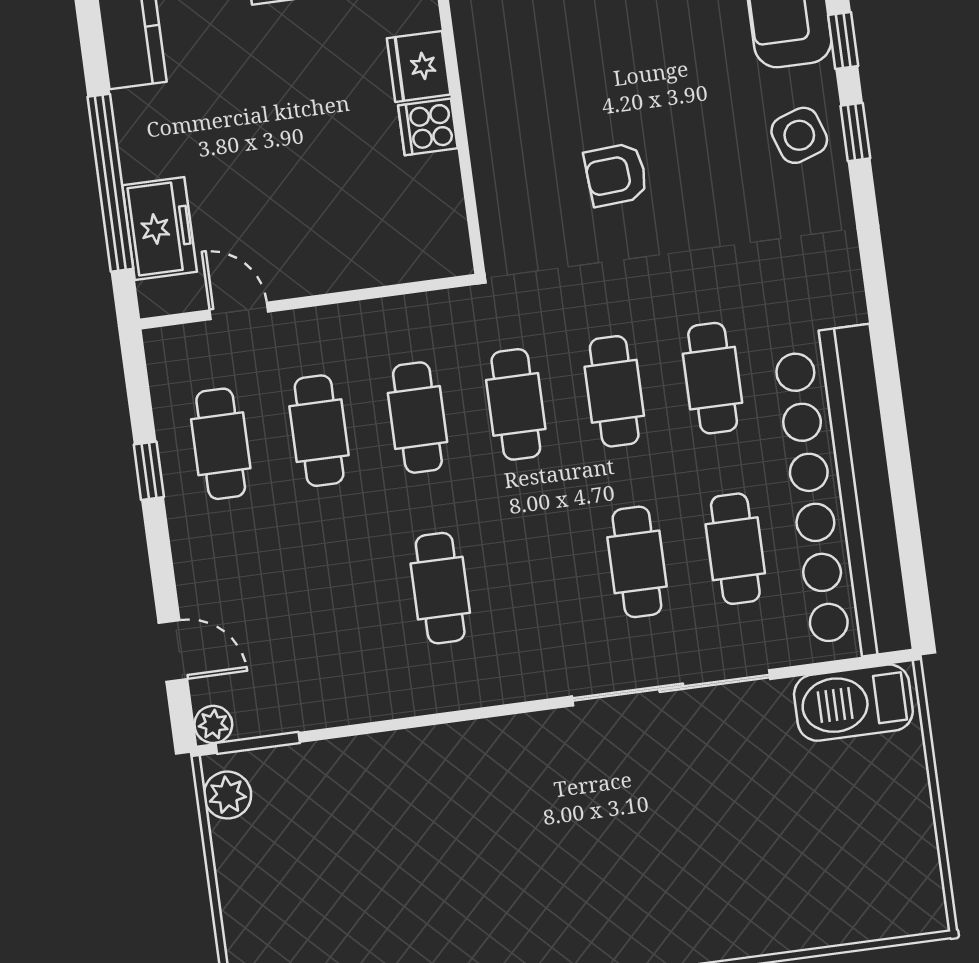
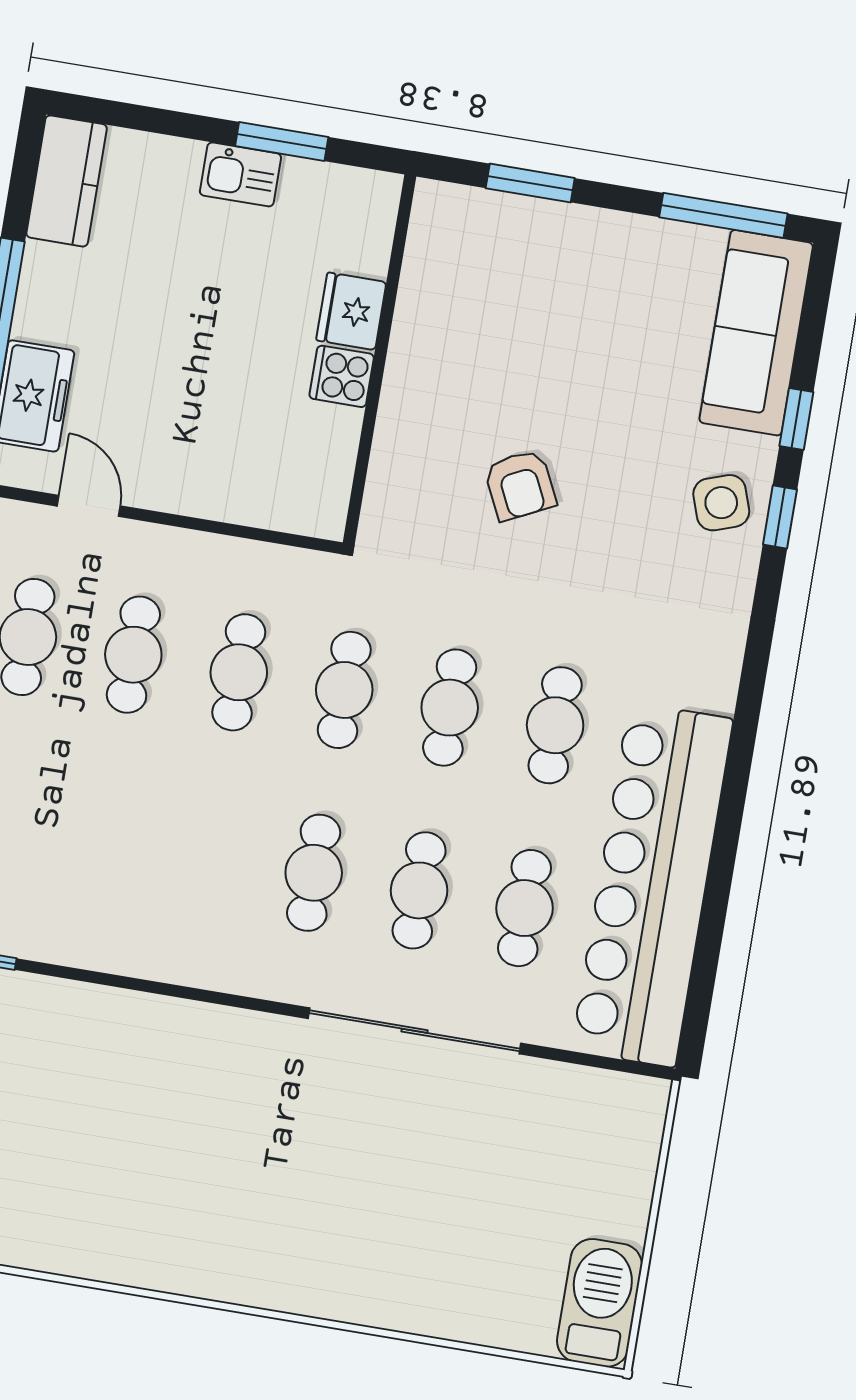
armchair: (616, 175) -> (520, 485), turned -112
cafe table: (440, 588) -> (314, 873), moved
barbecue: (853, 703) -> (600, 1303), moved, turned 90

